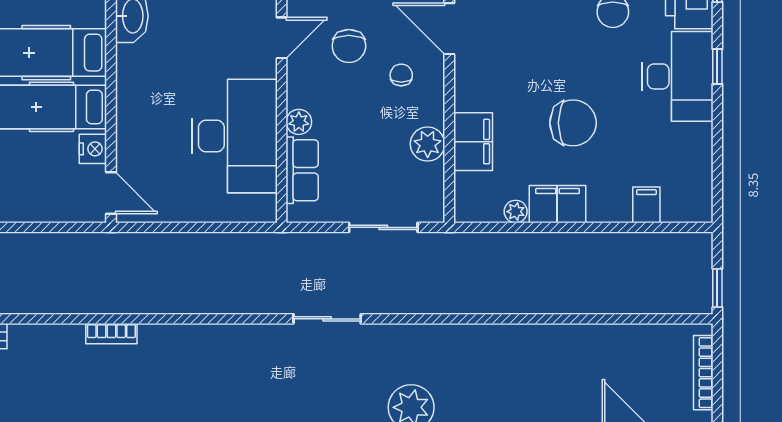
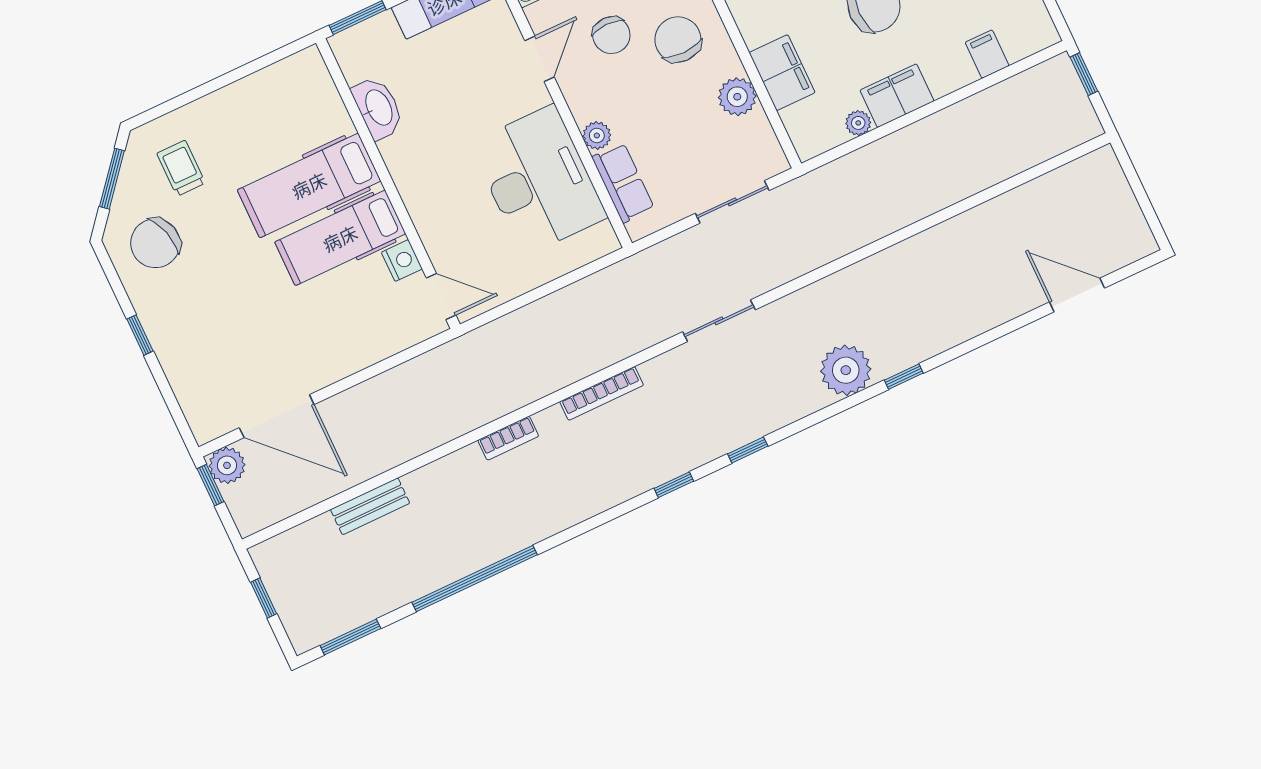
chair: (401, 75) -> (678, 40), width x1.87, depth x1.87
window: (717, 288) -> (1084, 74), moved
bookcase: (703, 373) -> (602, 393), moved, turned -90

